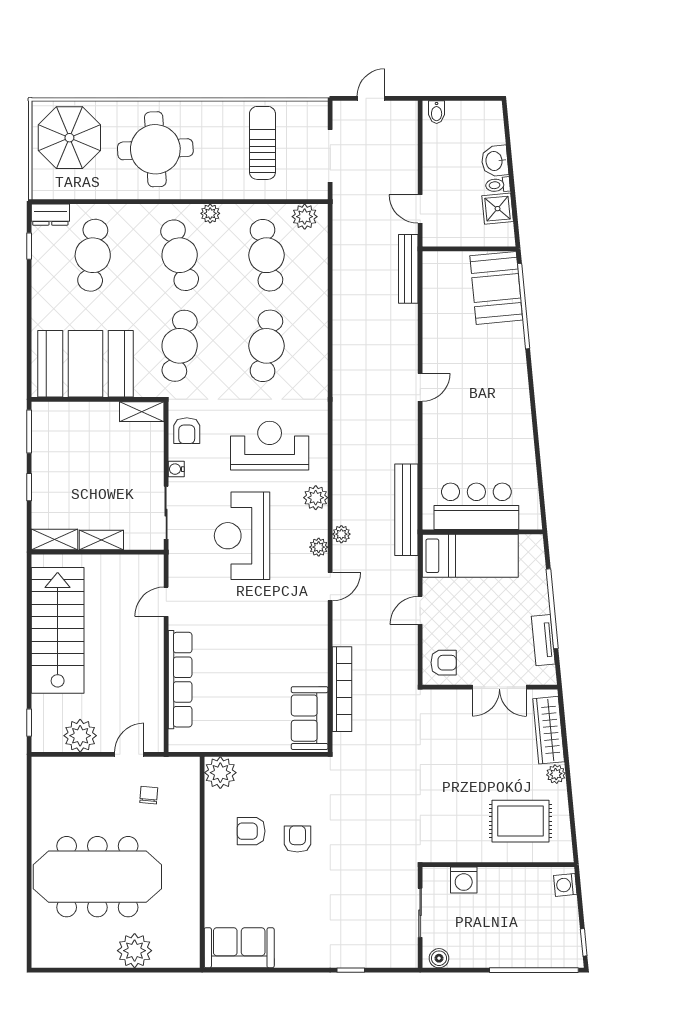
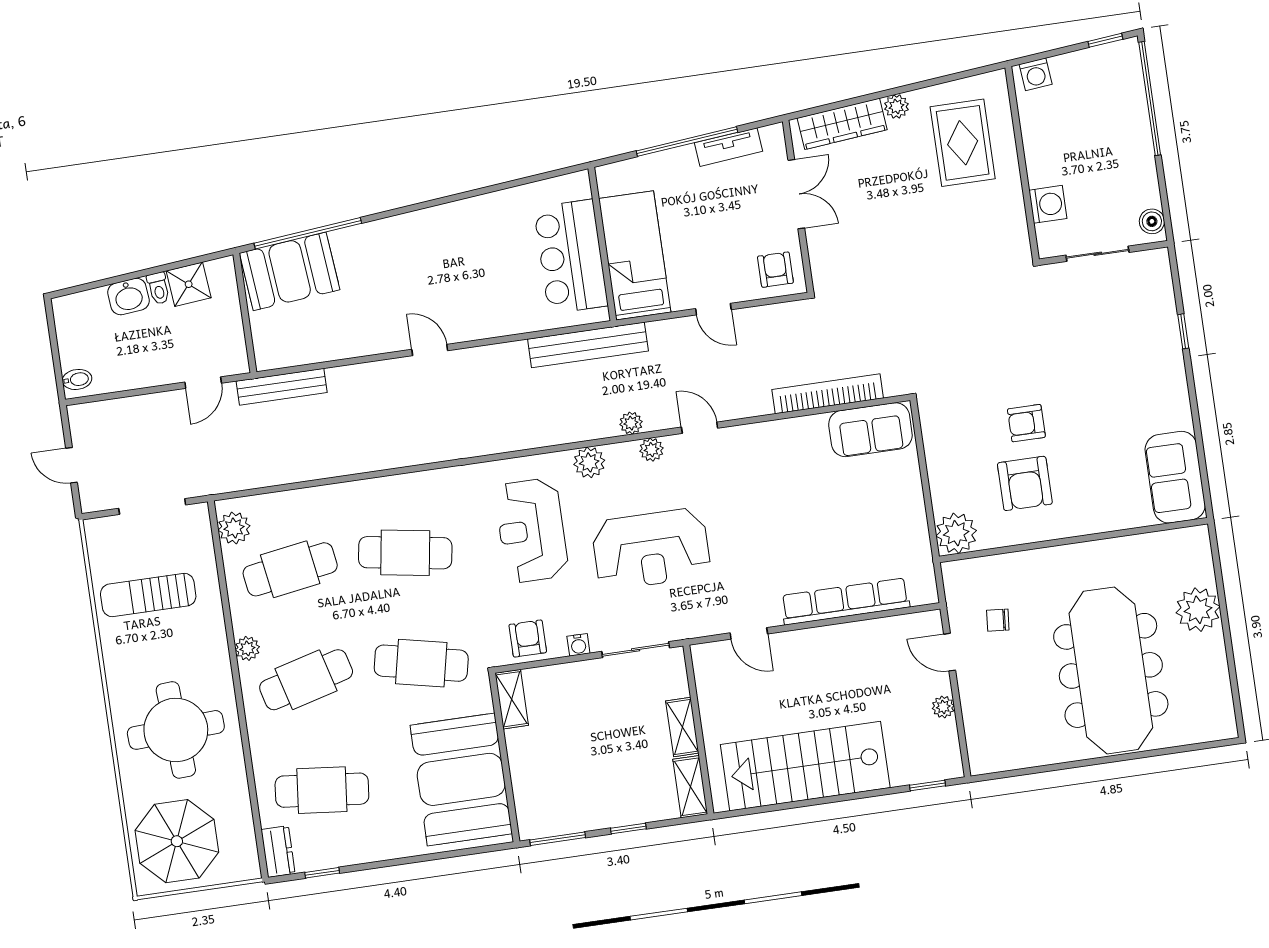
armchair: (187, 431) -> (528, 638), turned -90
plant: (80, 736) -> (943, 707), width x0.53, depth x0.53
armchair: (251, 831) -> (1025, 483), width x1.38, depth x1.38

